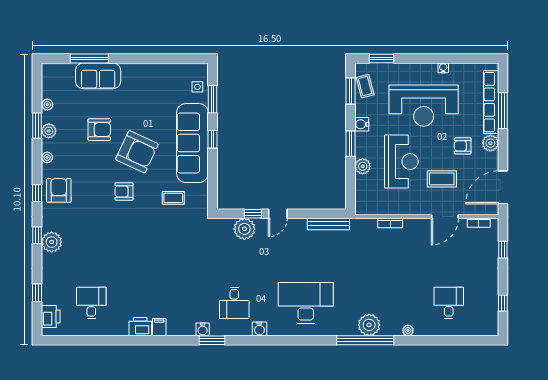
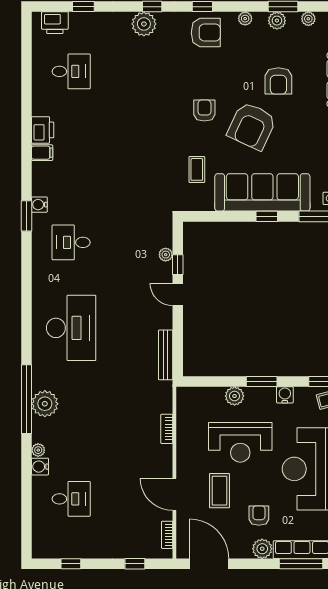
plant: (244, 229) -> (166, 255), width x0.53, depth x0.53
water cooler: (259, 329) -> (40, 467), moved

